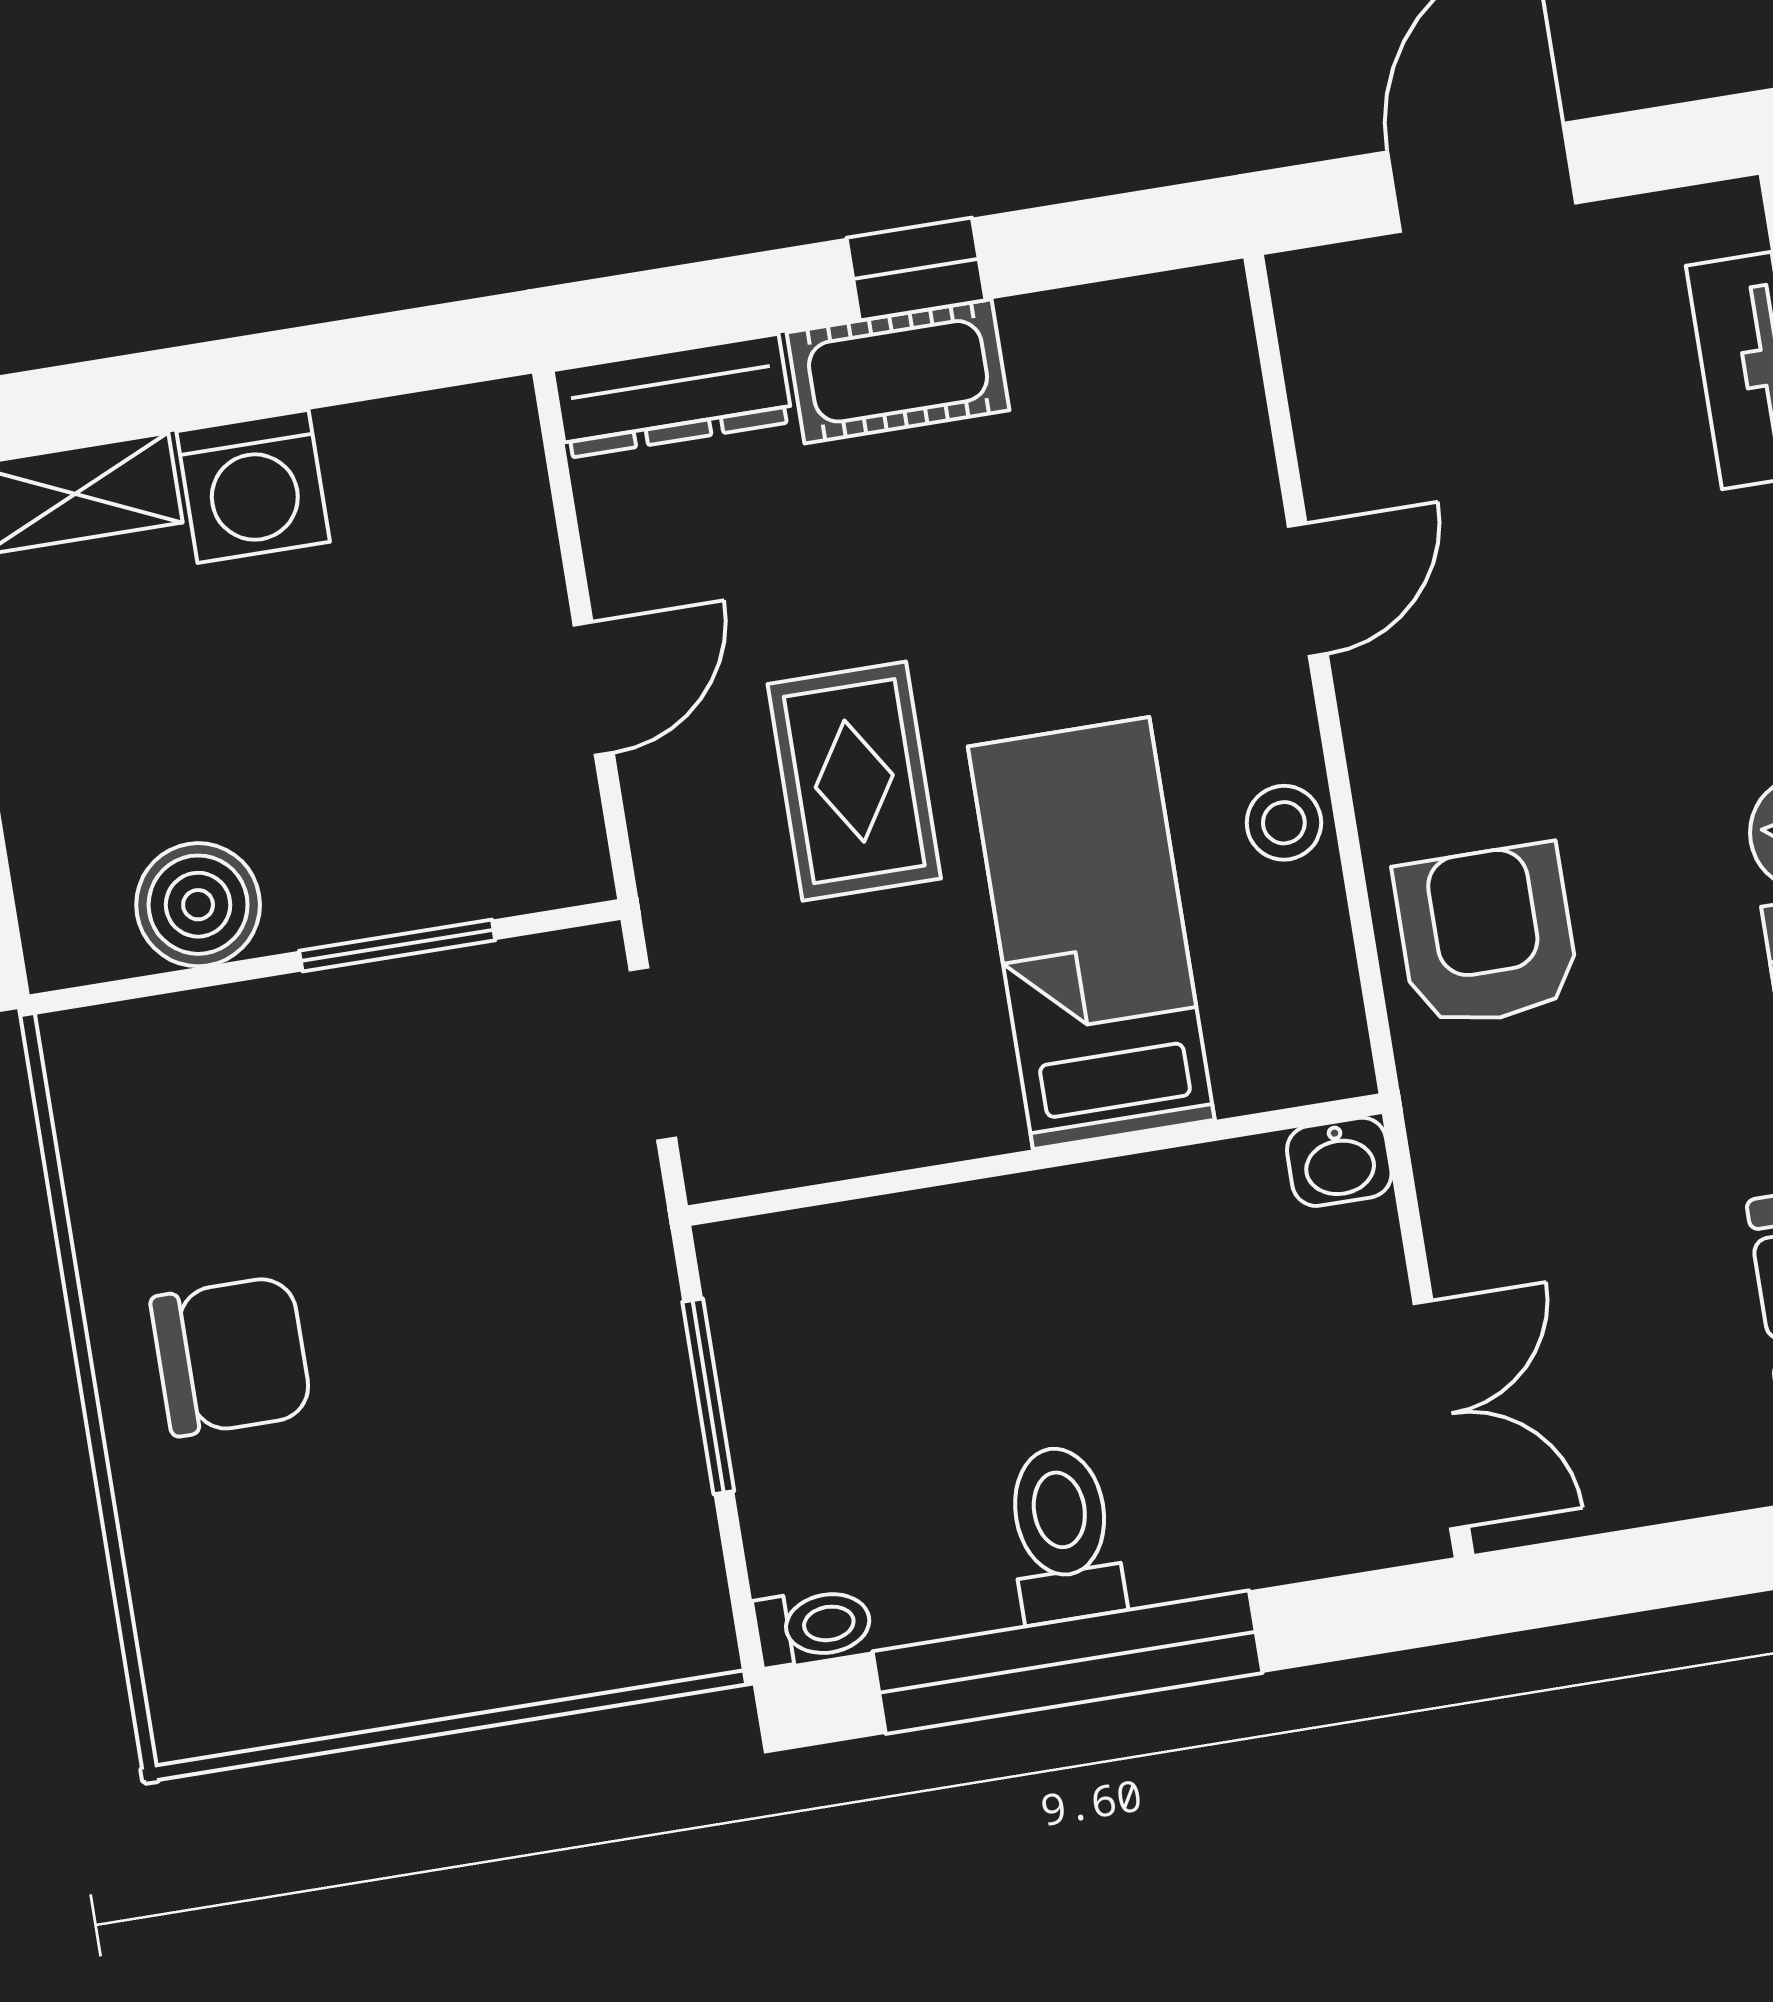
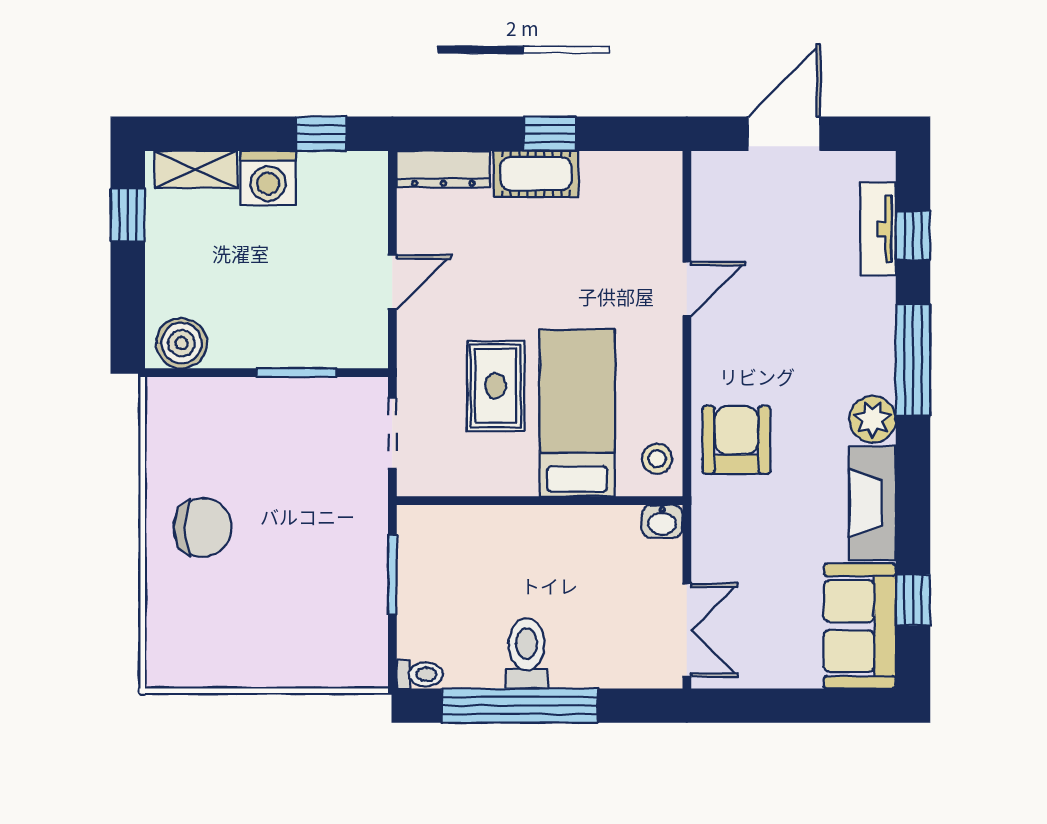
window: (364, 358) -> (321, 134), added
rug: (854, 781) -> (496, 386), moved
stool: (1284, 823) -> (657, 459), moved
boiler: (198, 905) -> (182, 343), moved

